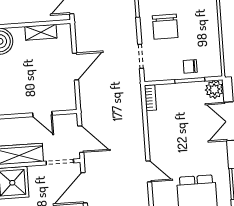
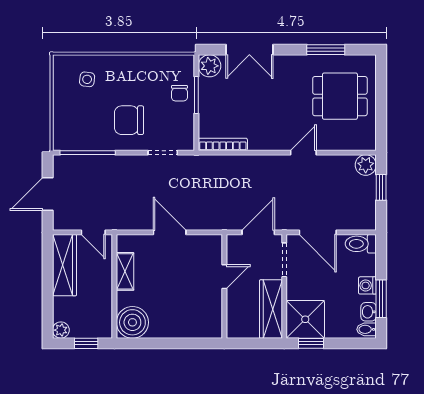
chair: (165, 27) -> (129, 120), turned 180
bookcase: (150, 98) -> (223, 144), width x1.56

